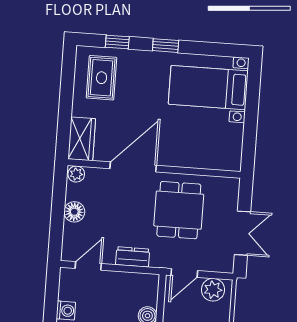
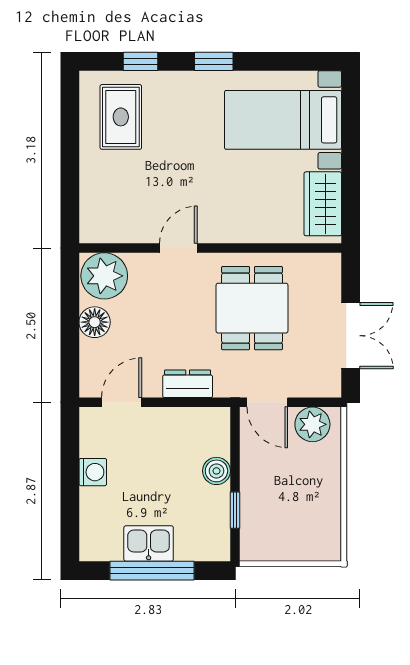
wardrobe: (82, 139) -> (323, 204), moved, turned 180
door: (133, 167) -> (178, 248), width x0.53
plant: (76, 174) -> (104, 276), width x1.87, depth x1.87
door: (184, 273) -> (267, 402), hinge flipped

